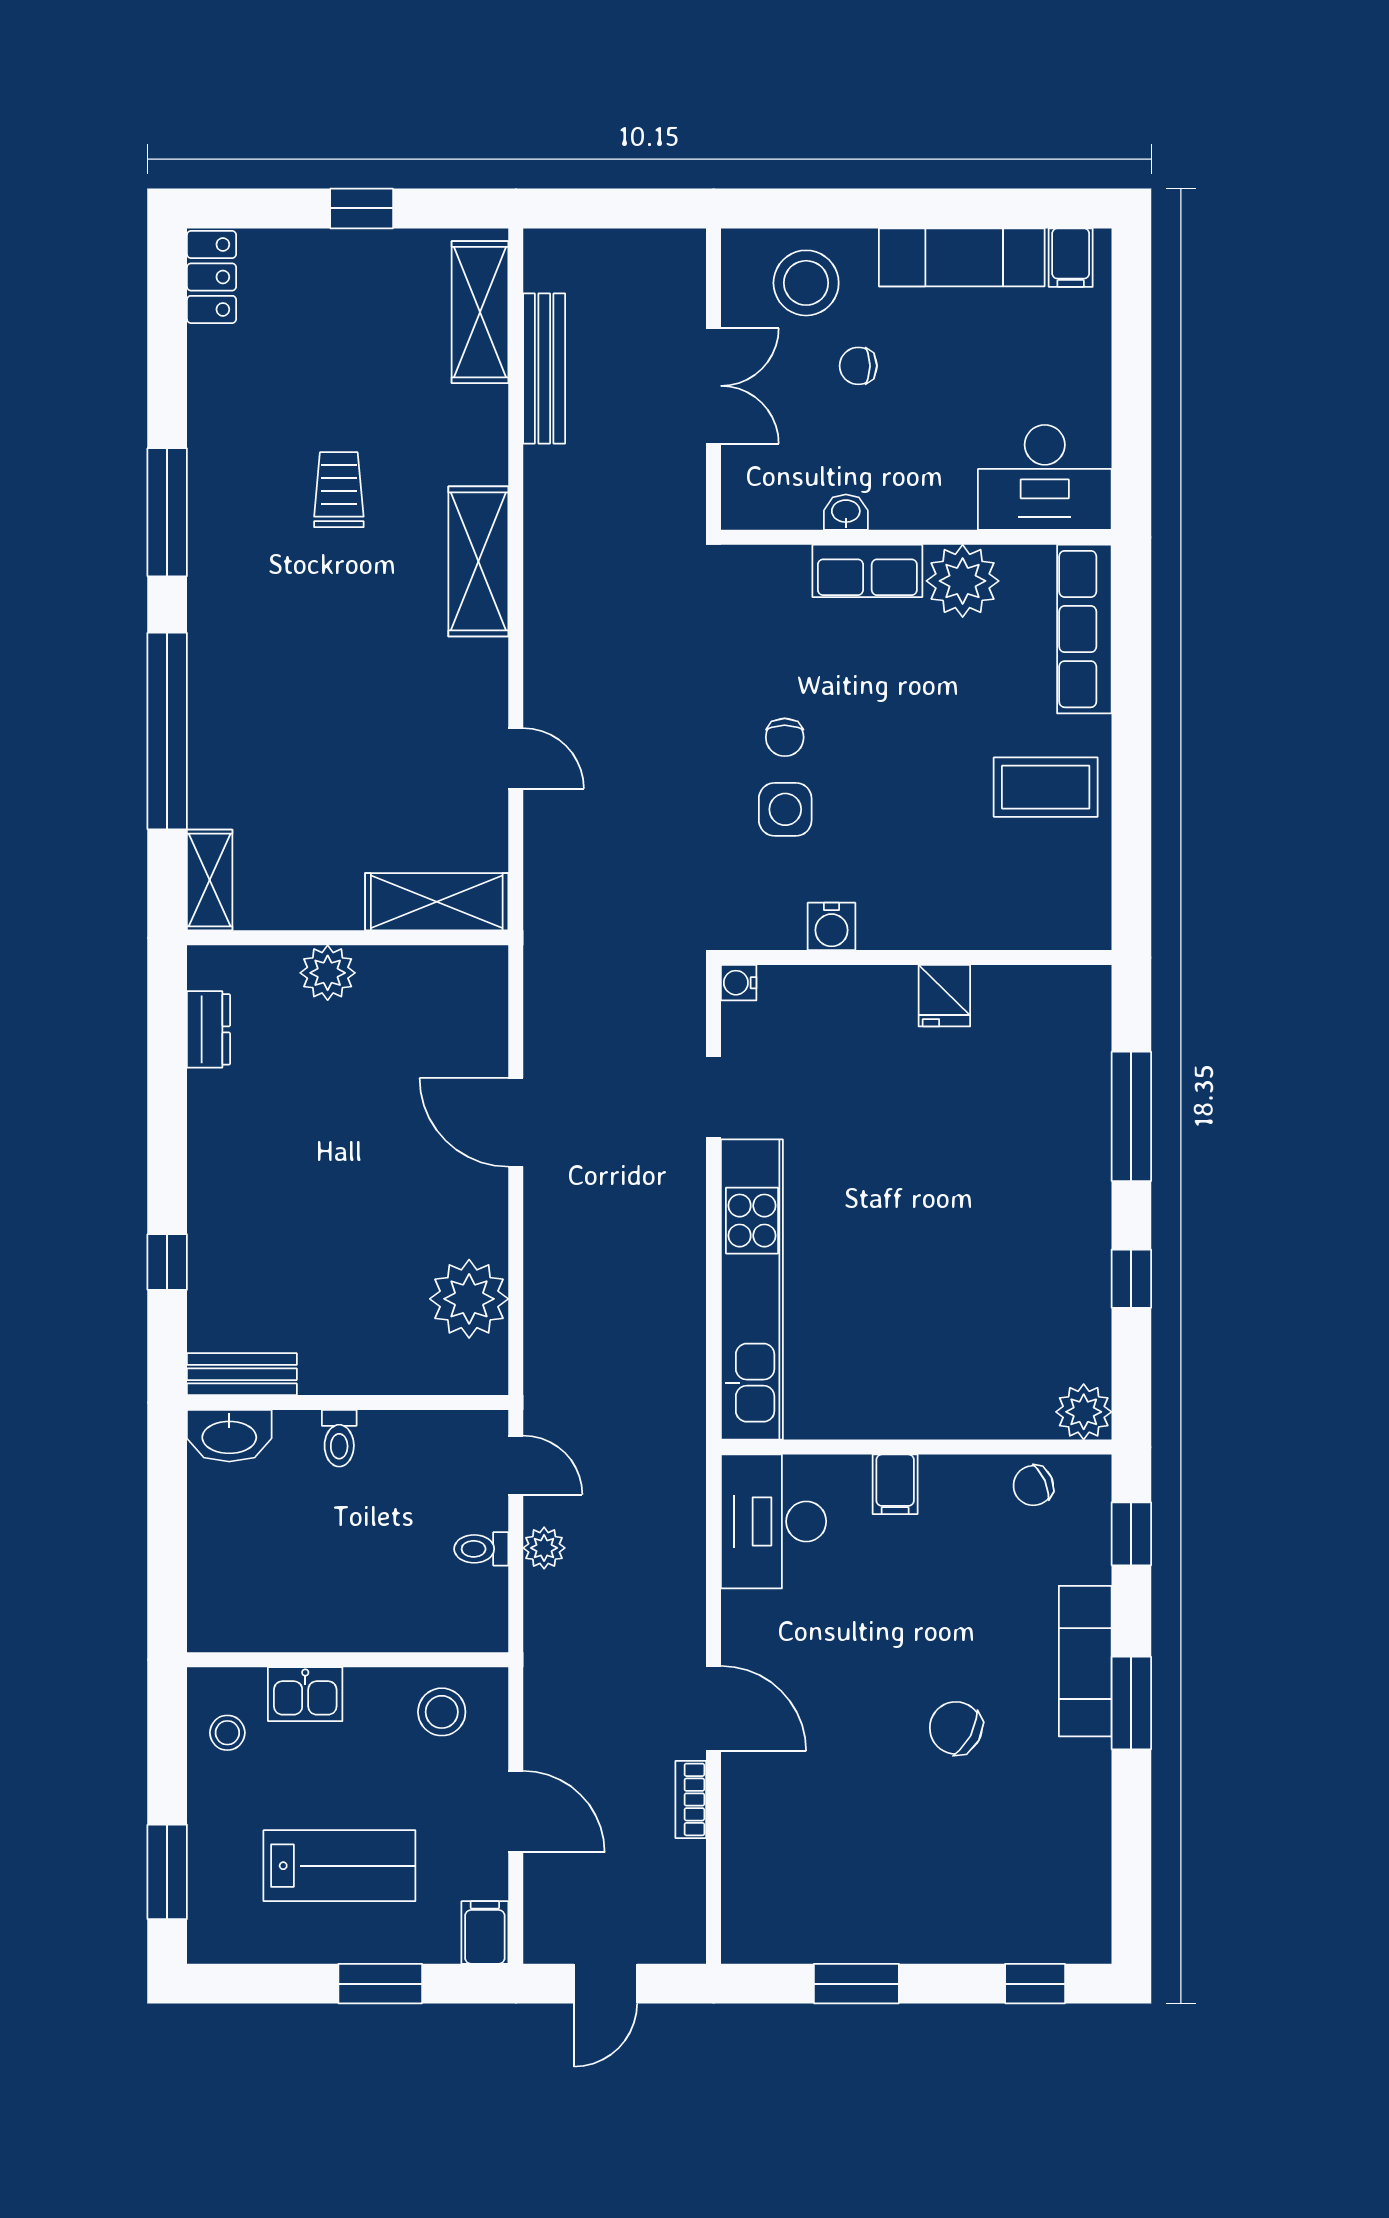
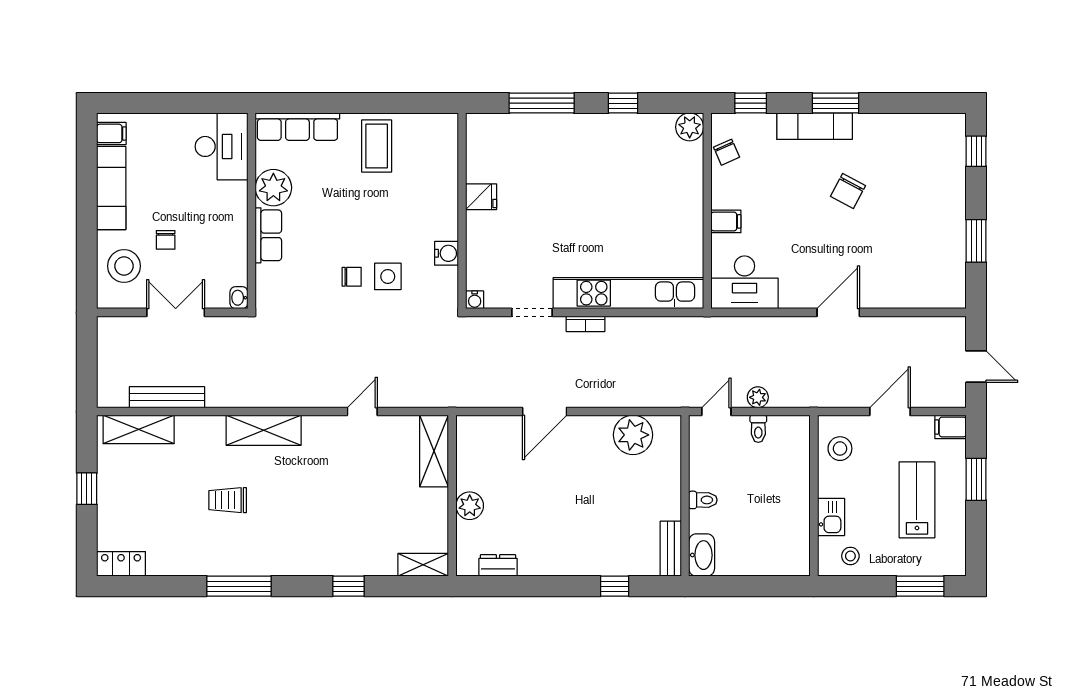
washbasin: (846, 512) -> (239, 298), moved
window: (167, 731) -> (349, 586), width x0.32
bookcase: (691, 1799) -> (585, 324), moved

